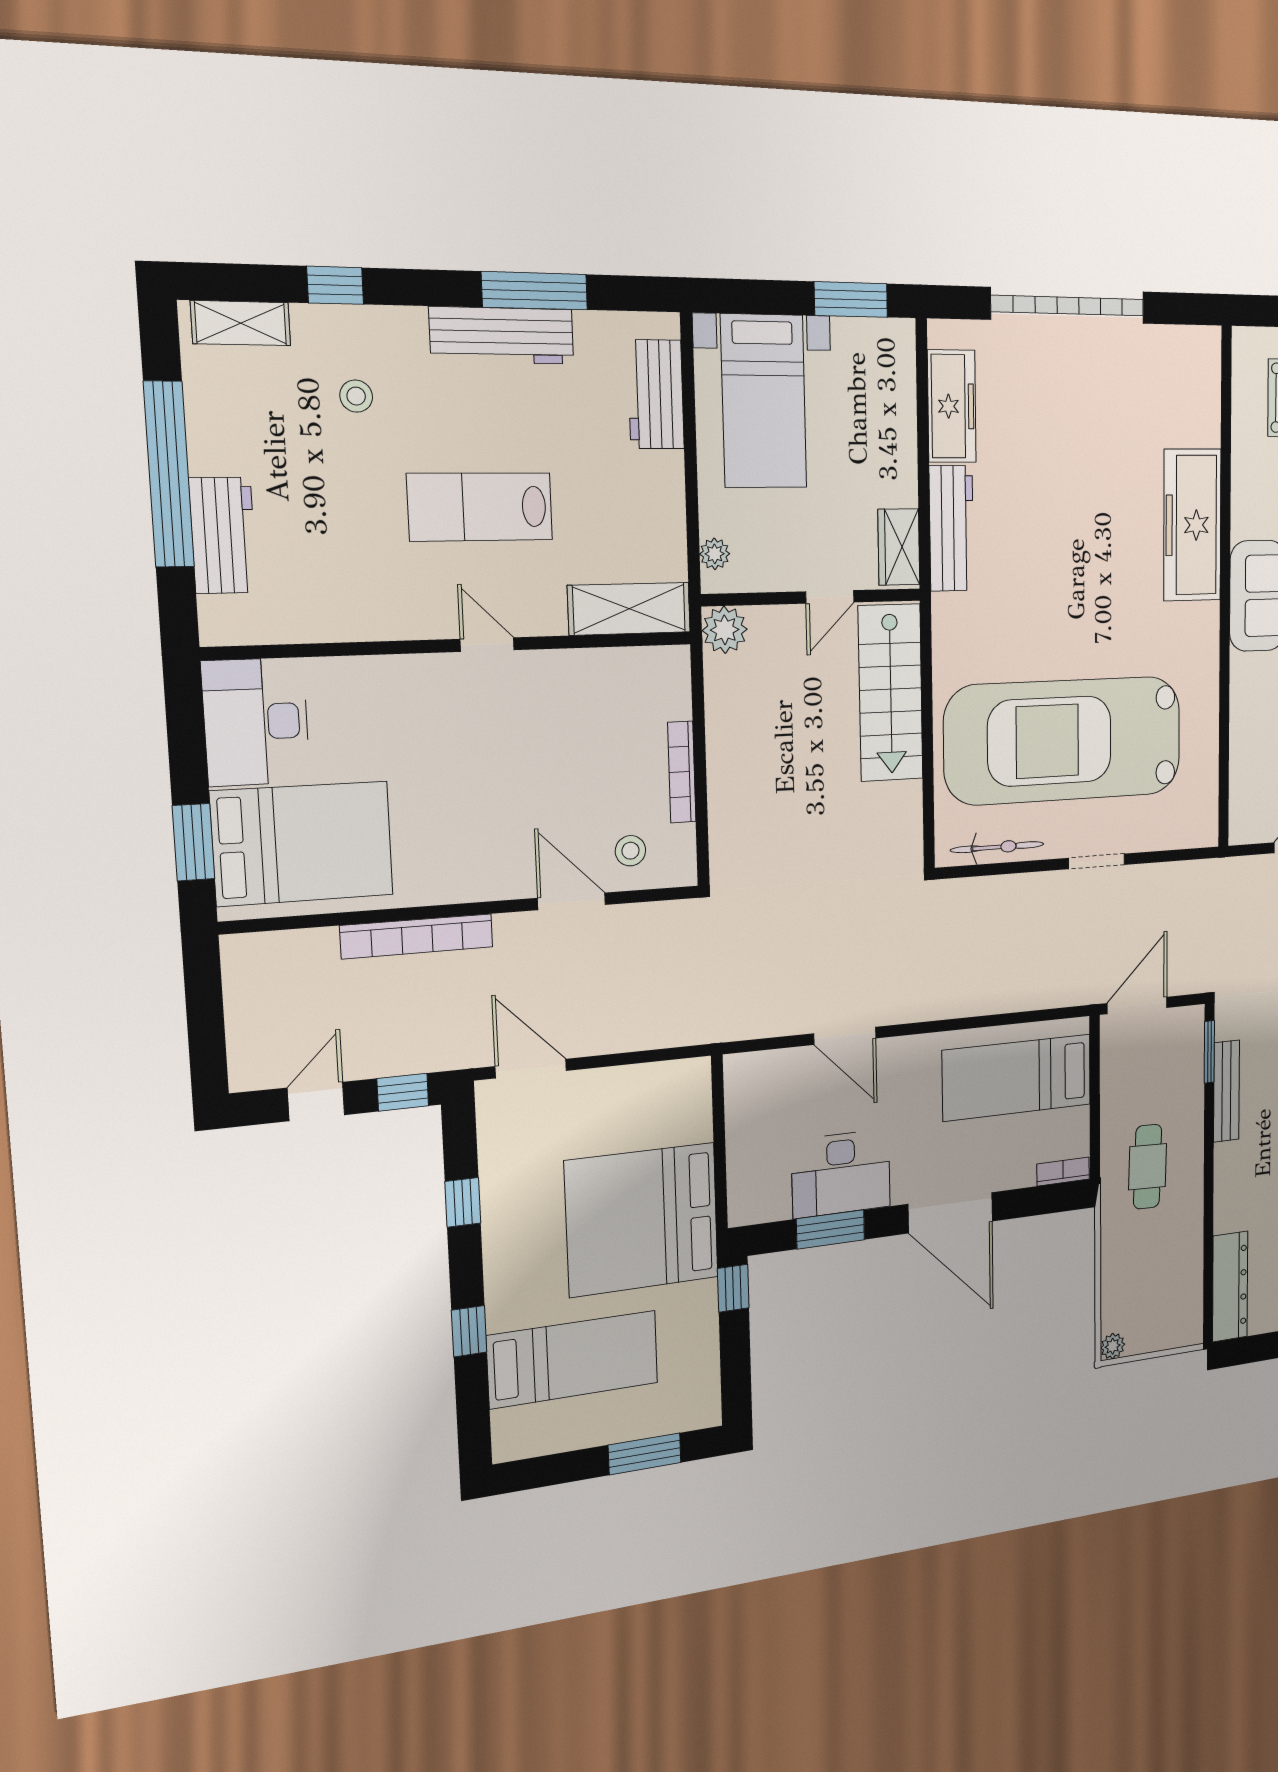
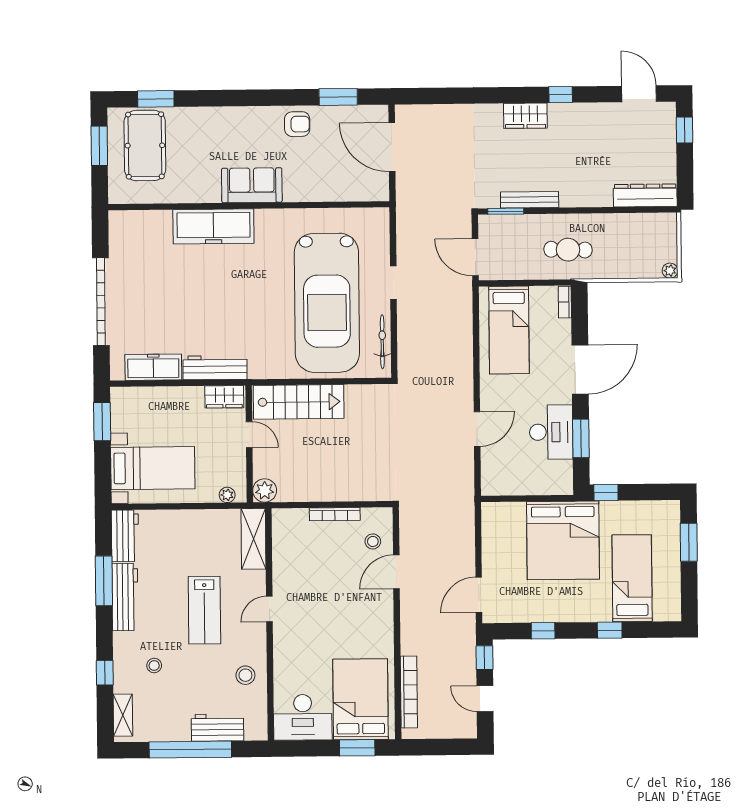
workbench: (656, 394) -> (125, 536), moved, turned -90
stool: (344, 596) -> (245, 675), added
bookcase: (417, 936) -> (409, 692), moved

